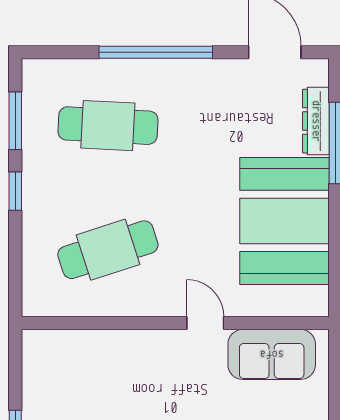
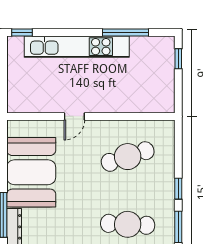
door: (205, 323) -> (74, 116), hinge flipped
sofa: (272, 354) -> (38, 99), removed

